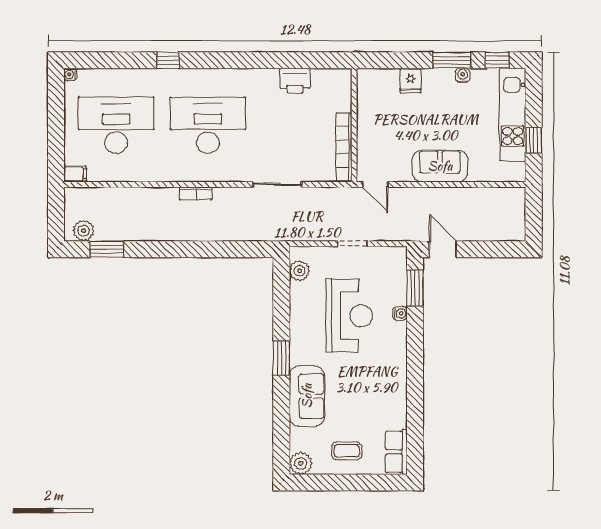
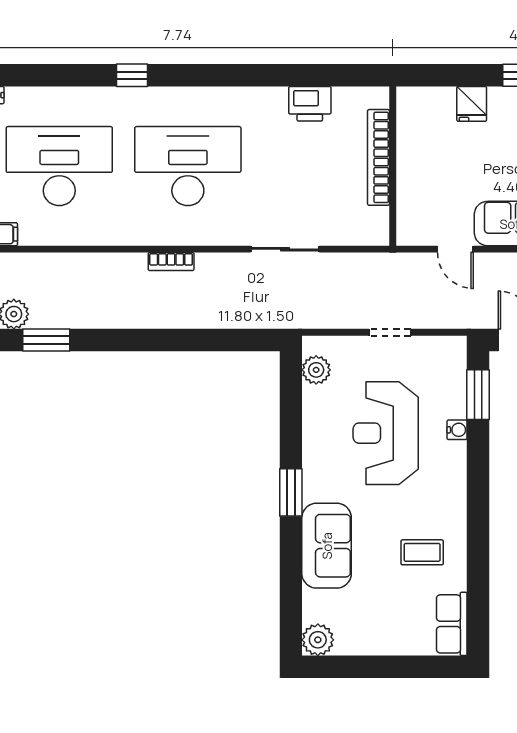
bookcase: (344, 147) -> (379, 157), moved
door: (375, 184) -> (455, 249), moved
reception desk: (349, 316) -> (386, 433), turned 180
coffee table: (347, 451) -> (422, 552), moved

